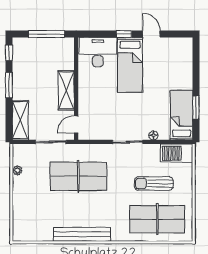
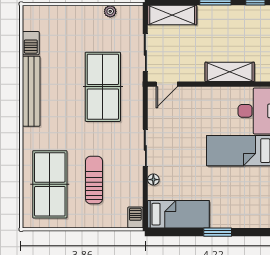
shelving: (66, 90) -> (230, 72), moved
window: (196, 108) -> (218, 232), moved
door: (76, 125) -> (167, 84), swing flipped
barbecue: (177, 153) -> (135, 217), width x0.53, depth x0.65
barbecue: (43, 235) -> (31, 43), added

